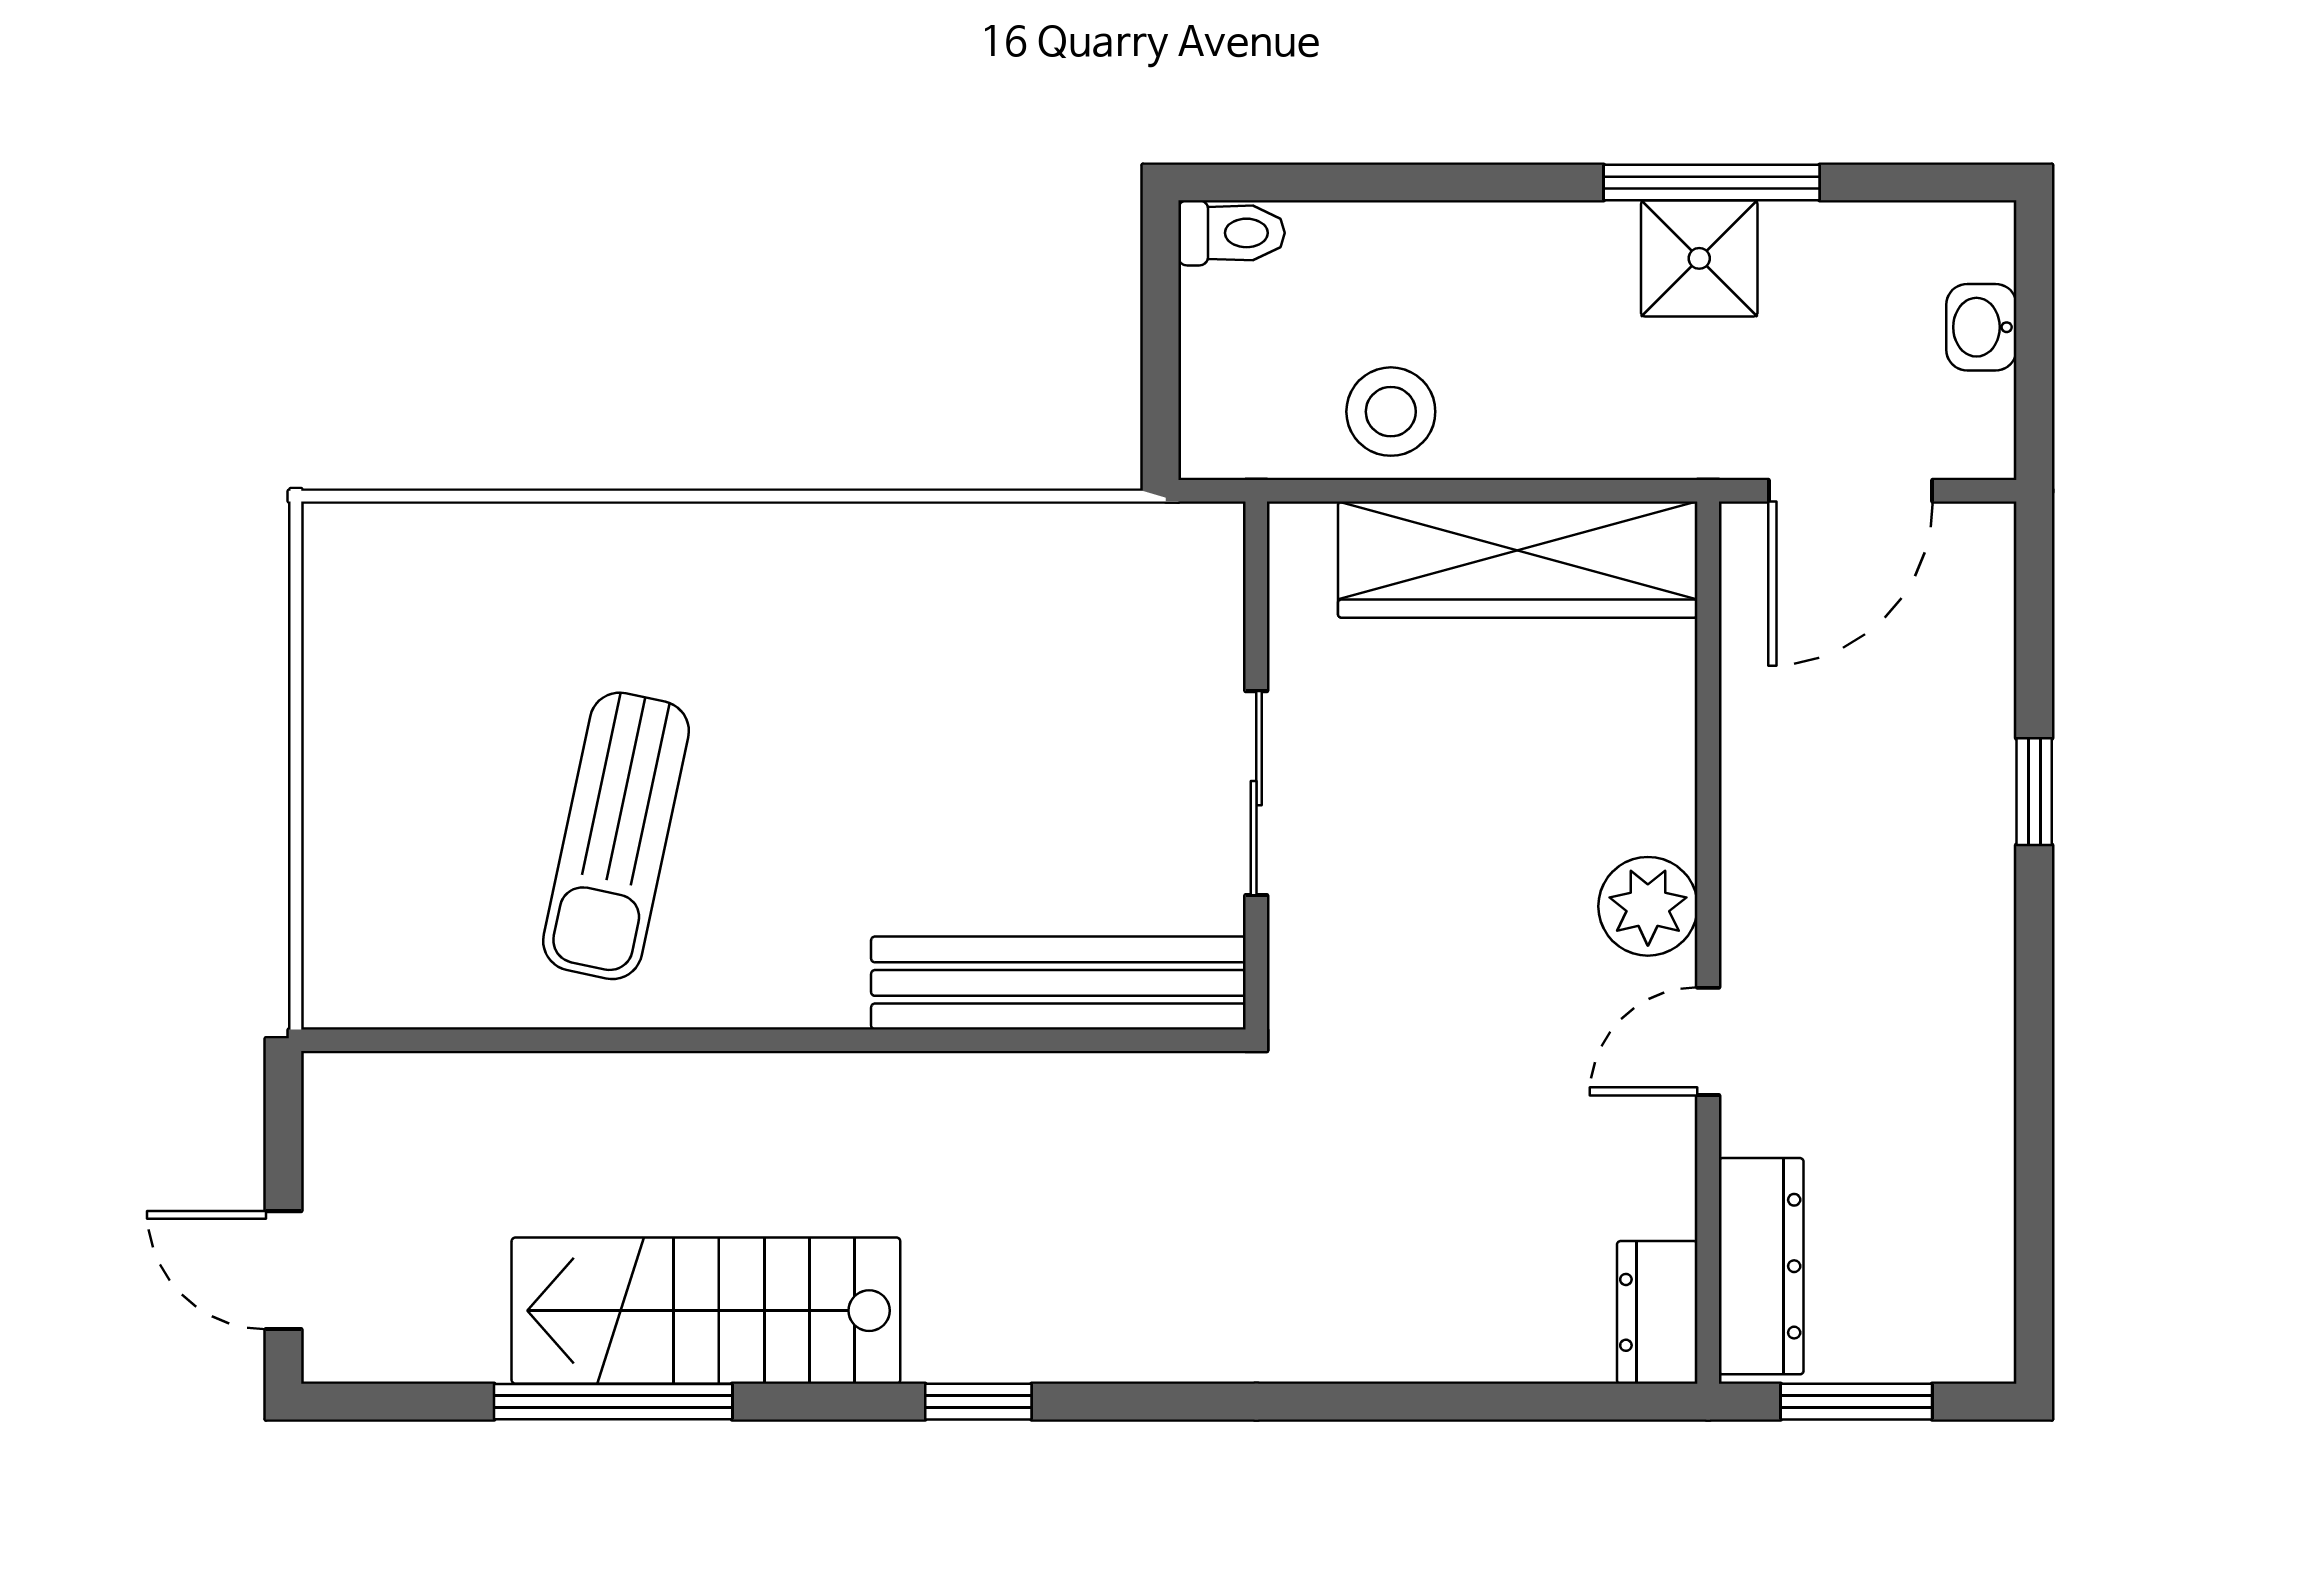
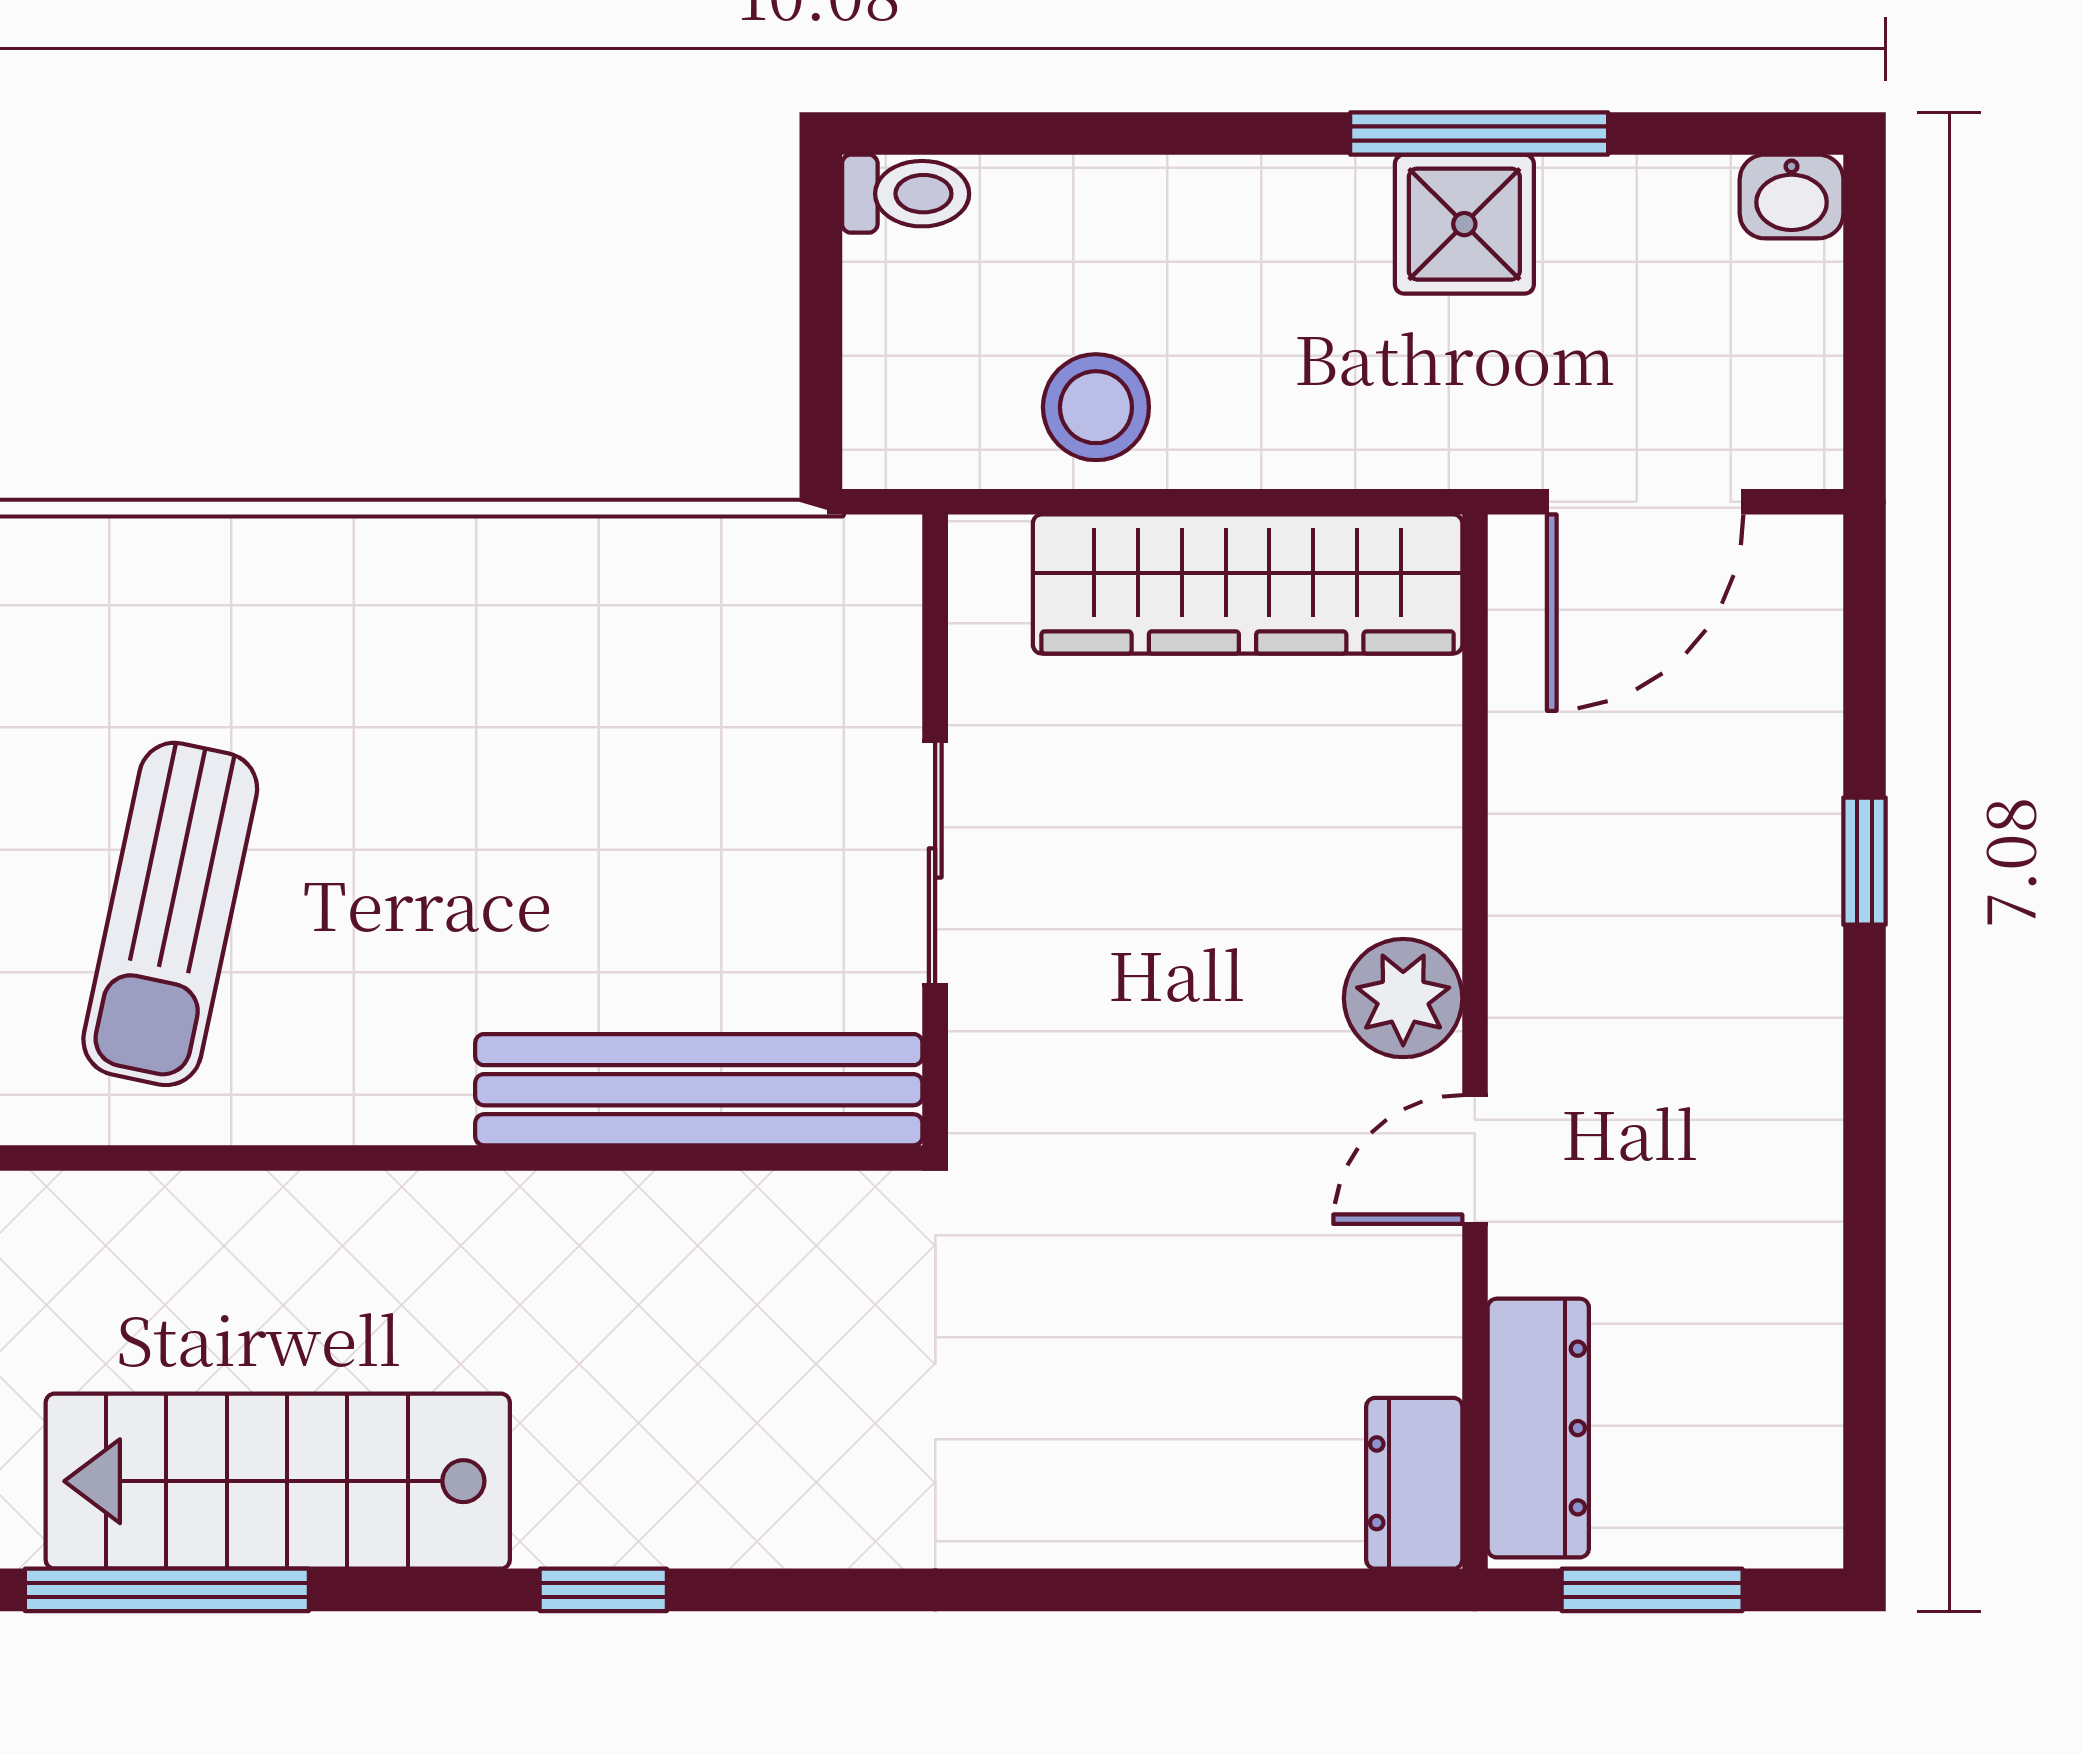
washbasin: (1981, 327) -> (1792, 197), moved, turned -90

